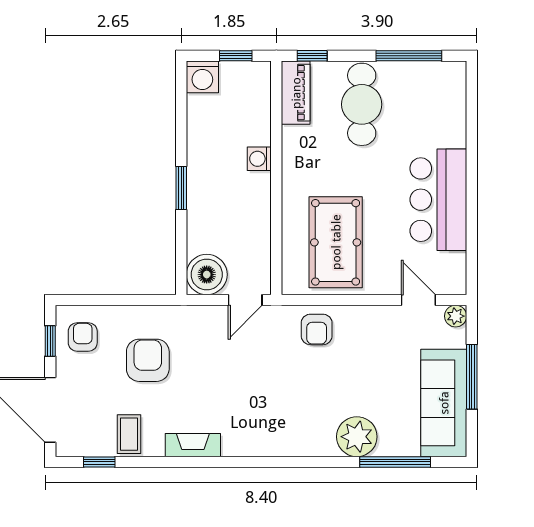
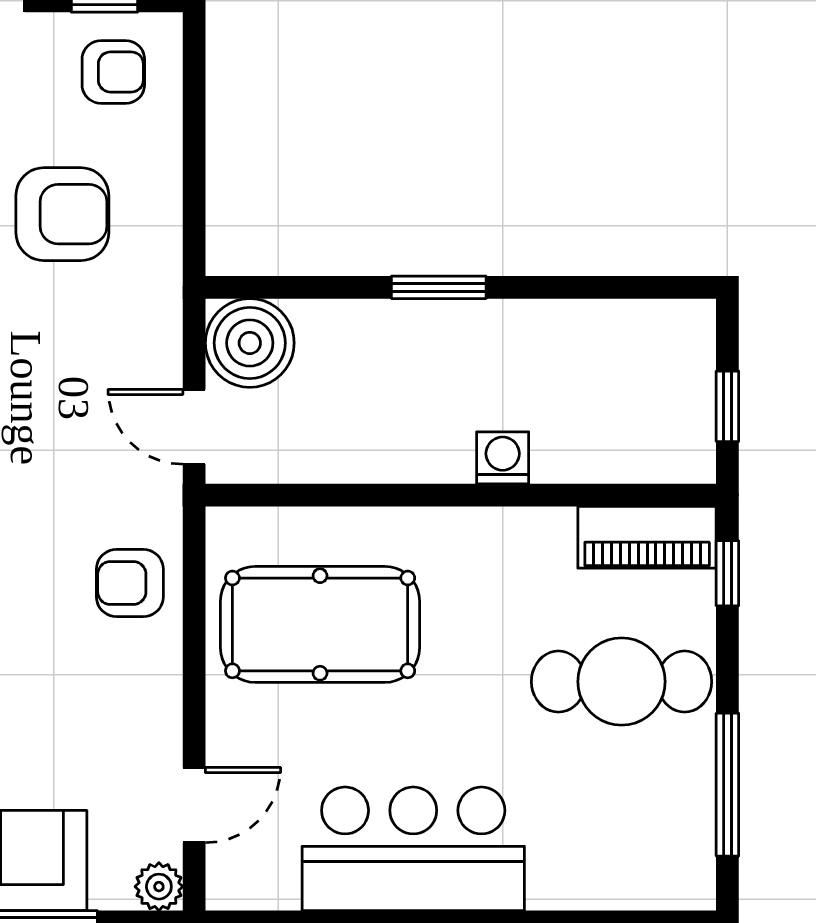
washing machine: (202, 77) -> (681, 333), removed

